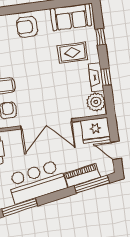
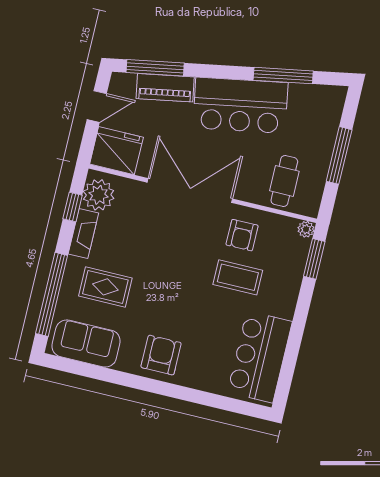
armchair: (27, 27) -> (161, 355), turned -90
window: (101, 37) -> (52, 294), width x3.17
window: (106, 77) -> (73, 207), moved
door: (116, 150) -> (97, 107), hinge flipped

